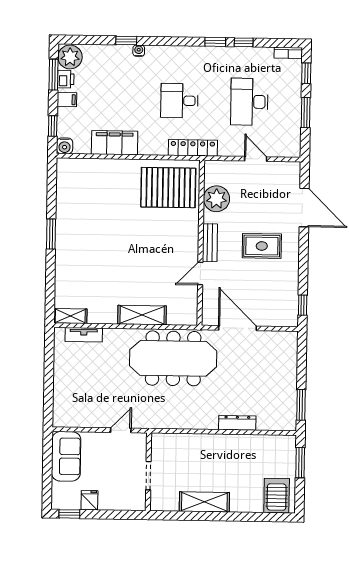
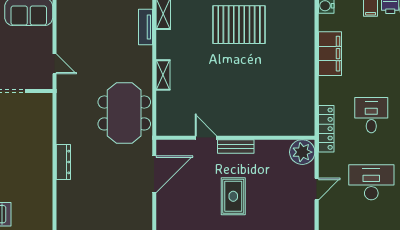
pallet: (168, 188) -> (239, 25), moved, turned 90
plant: (216, 199) -> (302, 152), moved
shelving: (142, 315) -> (163, 75), width x0.67, depth x0.75
meeting table: (173, 358) -> (124, 113), width x0.73
dresser: (237, 423) -> (63, 162), moved

